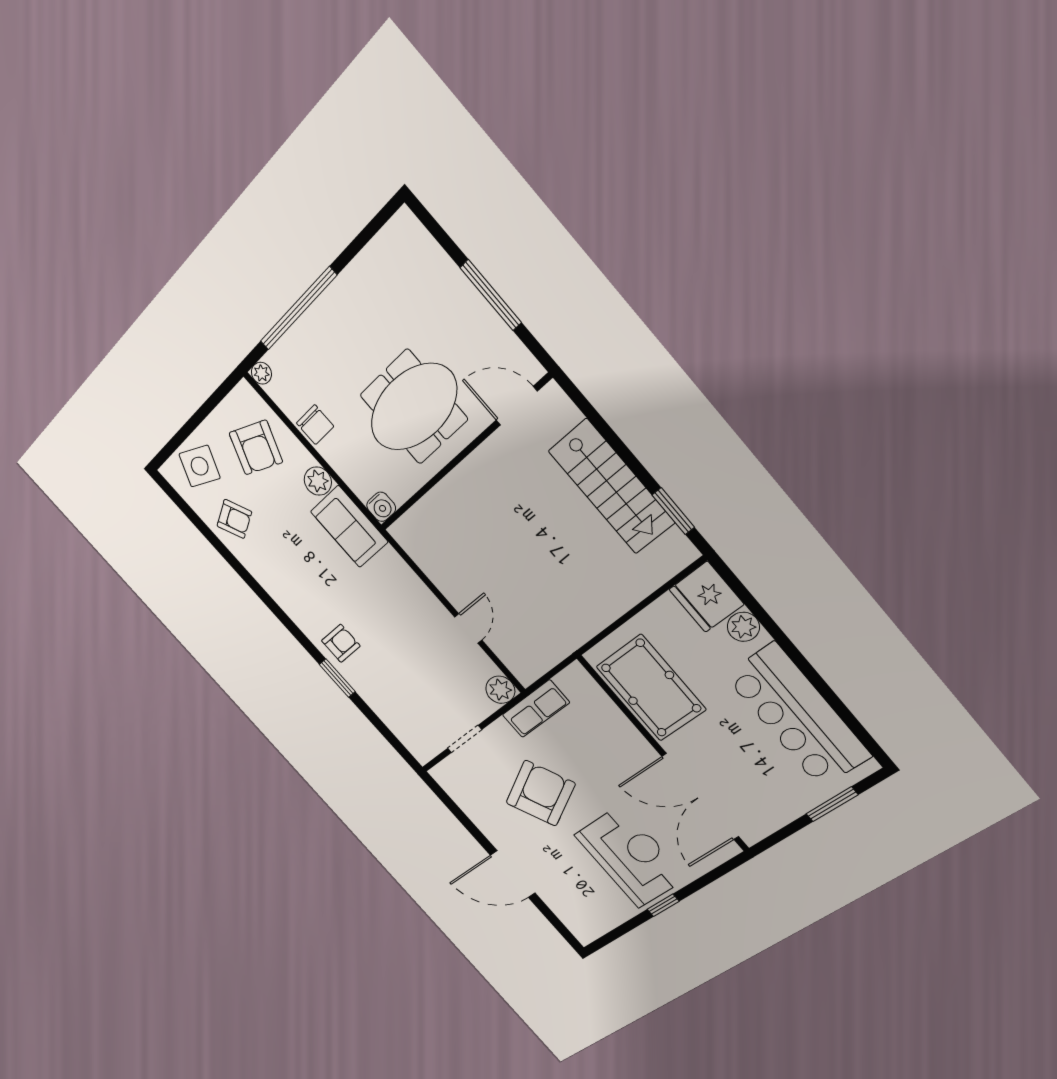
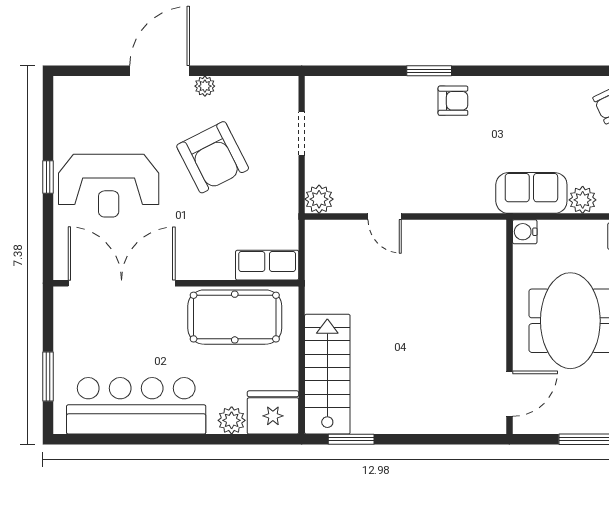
stairs: (612, 487) -> (327, 374), moved, turned 90
armchair: (341, 643) -> (453, 101), turned -90
row of seats: (536, 709) -> (267, 265), moved, turned 90
plant: (494, 834) -> (205, 86), added

